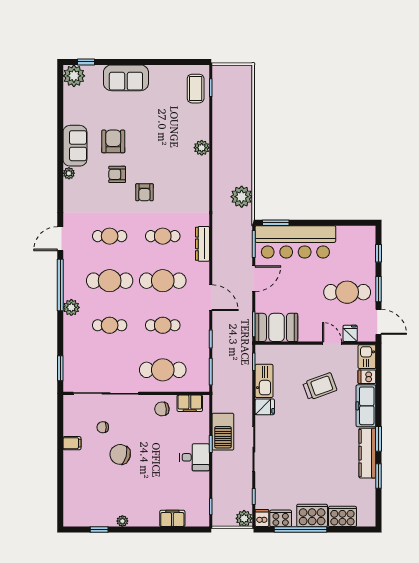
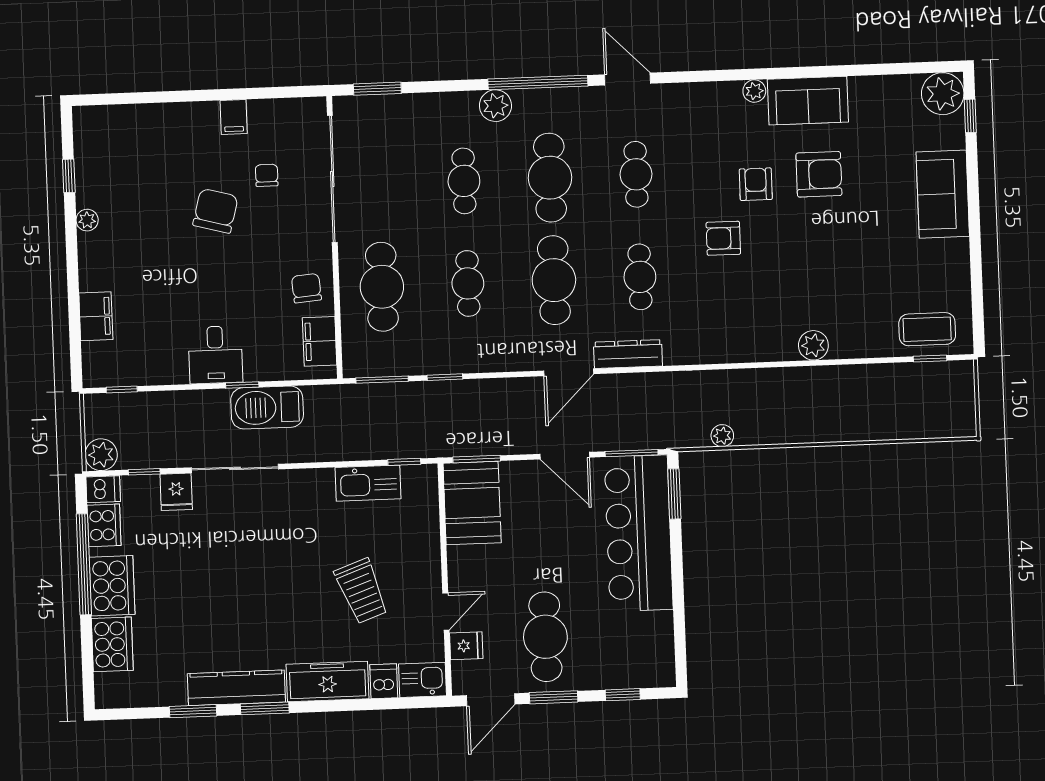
plant: (242, 197) -> (722, 436), width x0.53, depth x0.53
door: (211, 298) -> (569, 372), moved
fridge: (265, 407) -> (176, 492), moved

